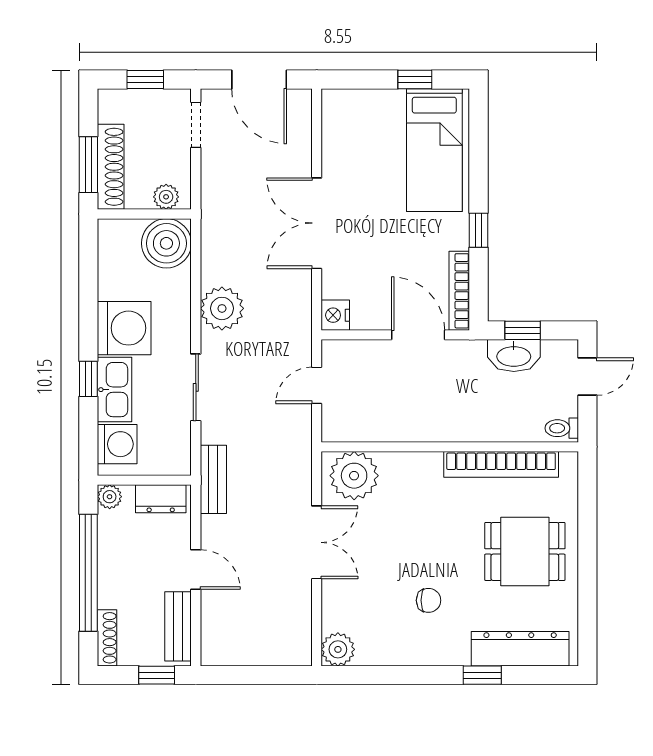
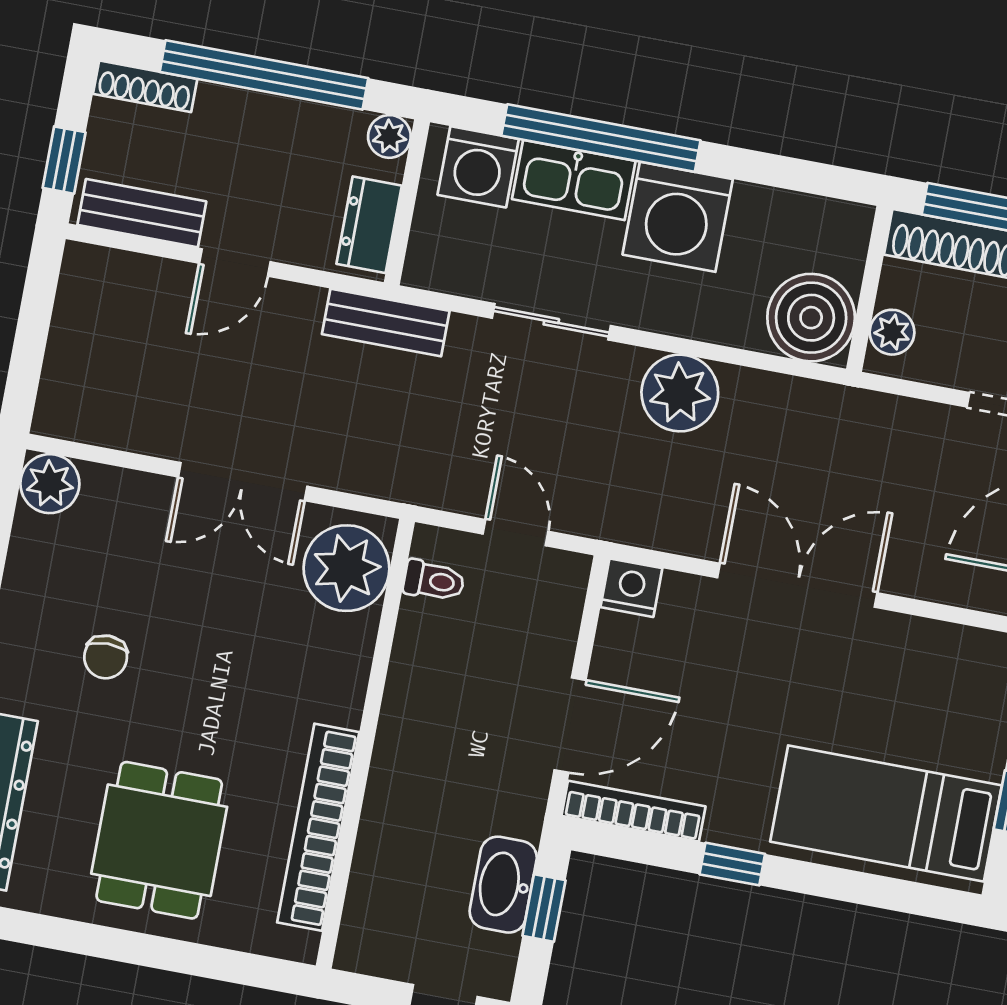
window: (88, 379) -> (601, 138), width x3.17
toilet: (562, 428) -> (434, 581), moved, turned 90

